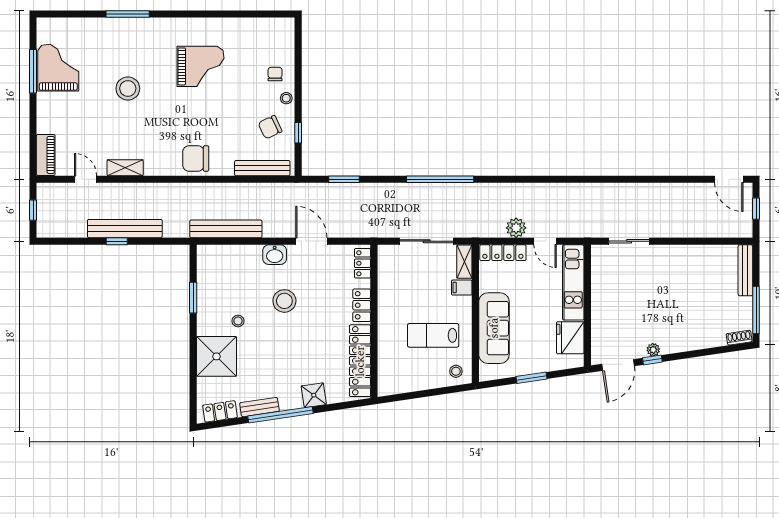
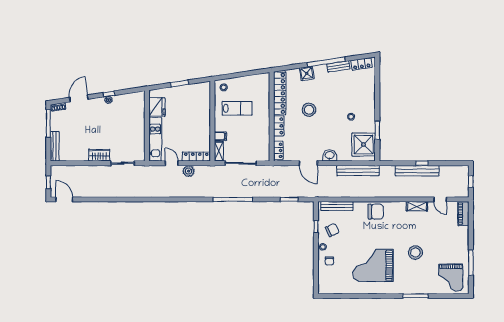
grand piano: (200, 66) -> (373, 265), width x1.37, depth x1.48
grand piano: (58, 68) -> (451, 278), moved
wardrobe: (669, 255) -> (99, 155), added
stool: (284, 301) -> (309, 110), moved
sofa: (494, 328) -> (202, 113), removed
shower: (217, 356) -> (364, 145), moved
door: (618, 365) -> (79, 98), moved

